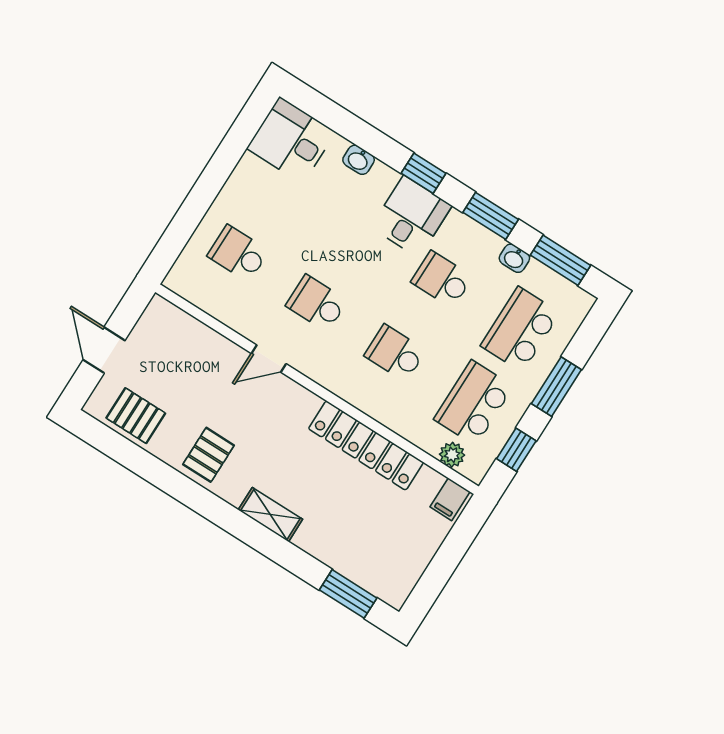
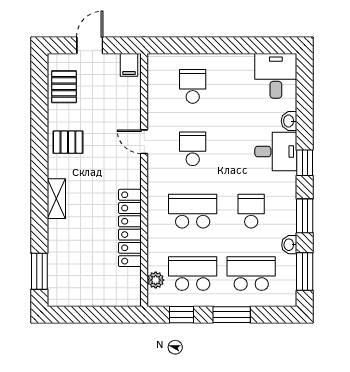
desk: (411, 217) -> (276, 152), moved
school desk: (395, 353) -> (193, 211), width x1.85
filing cabinet: (450, 499) -> (129, 65), moved, turned -90

